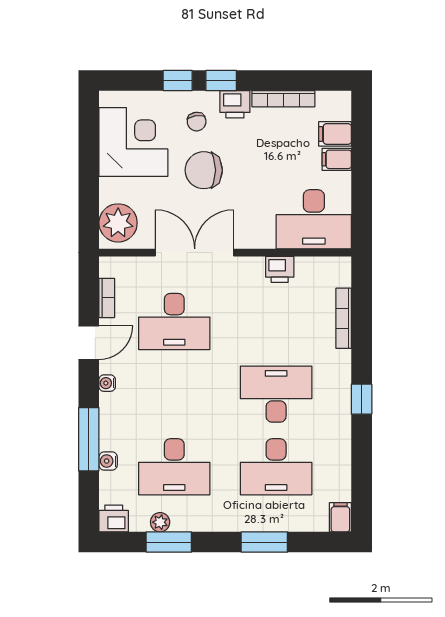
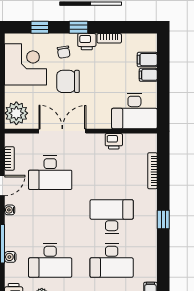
window: (178, 80) -> (40, 27), moved
bookcase: (283, 99) -> (109, 38), width x0.64

